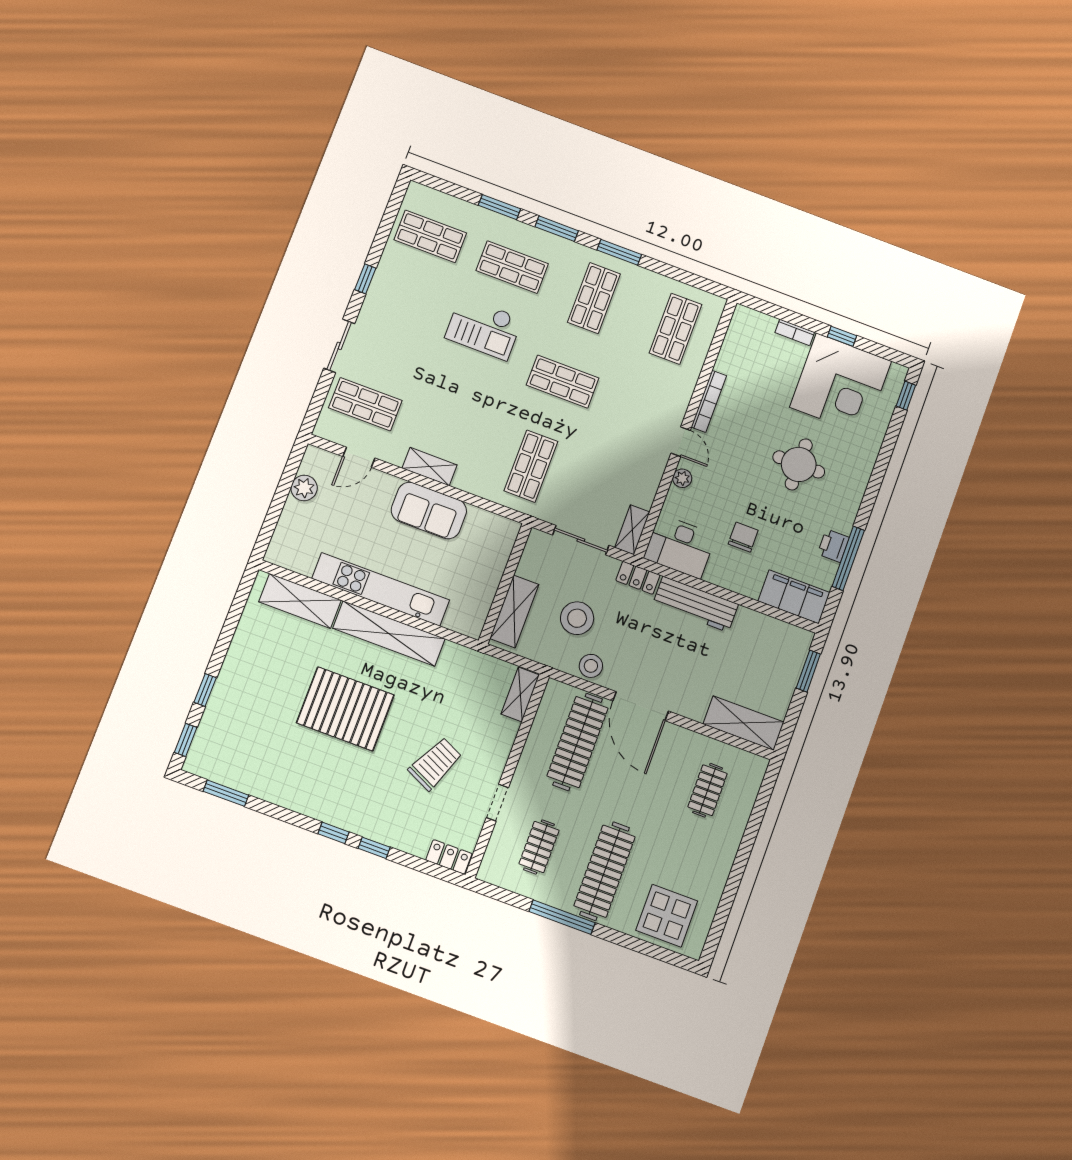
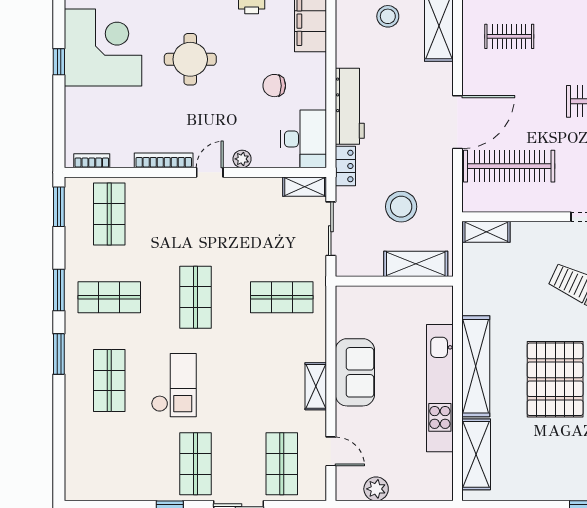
window: (499, 207) -> (59, 207), moved
shop shelf: (430, 236) -> (195, 464), moved
shop shelf: (676, 329) -> (109, 214), turned 90
bookcase: (795, 332) -> (92, 161), moved, turned -90
stool: (591, 666) -> (388, 16), moved

